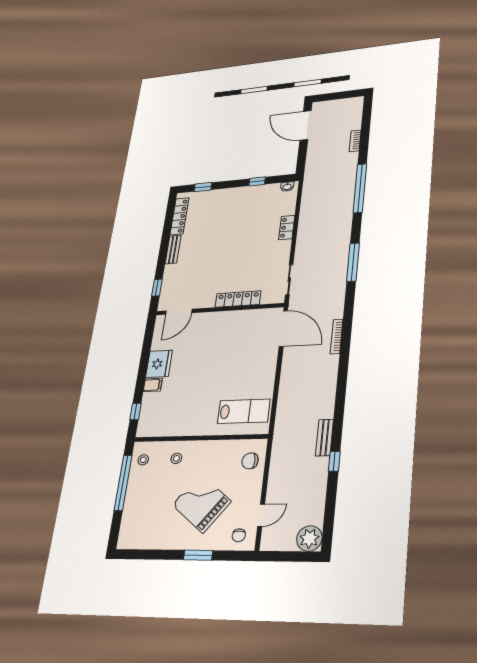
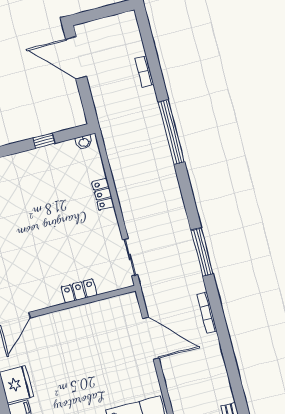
window: (353, 262) -> (202, 252), moved
locker: (238, 299) -> (79, 291), width x0.66
door: (283, 328) -> (151, 338), moved

